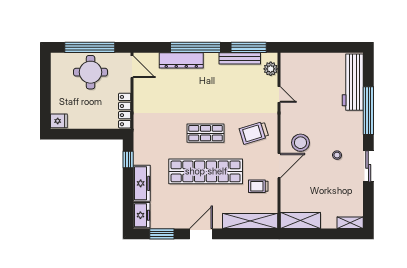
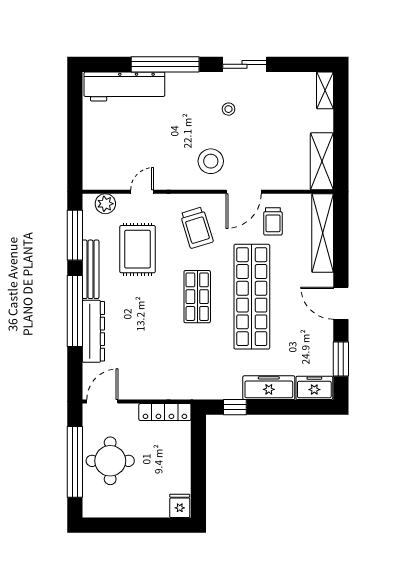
bench: (240, 58) -> (91, 269), moved
rug: (239, 91) -> (138, 249), added
door: (279, 166) -> (244, 192), swing flipped

